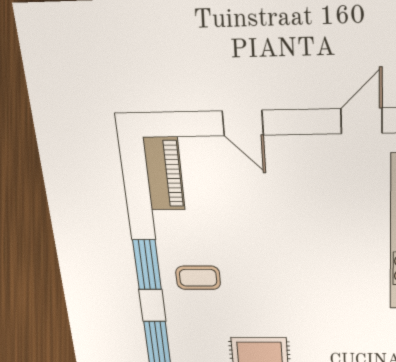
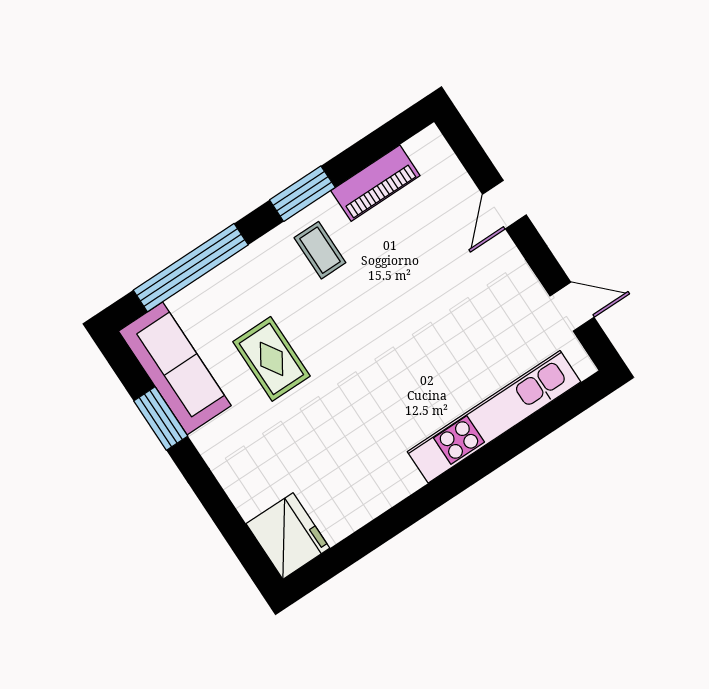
piano: (164, 174) -> (375, 183), moved

